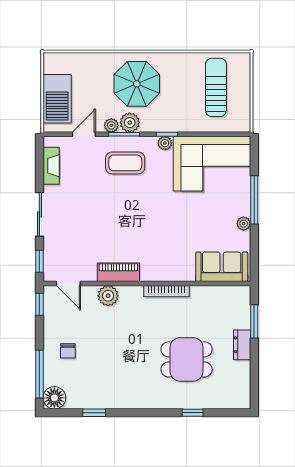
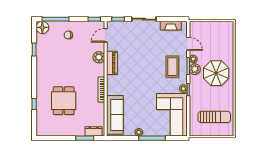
barbecue: (57, 99) -> (208, 29), removed
sofa: (222, 267) -> (115, 115), width x1.36
dresser: (242, 345) -> (94, 131), moved

